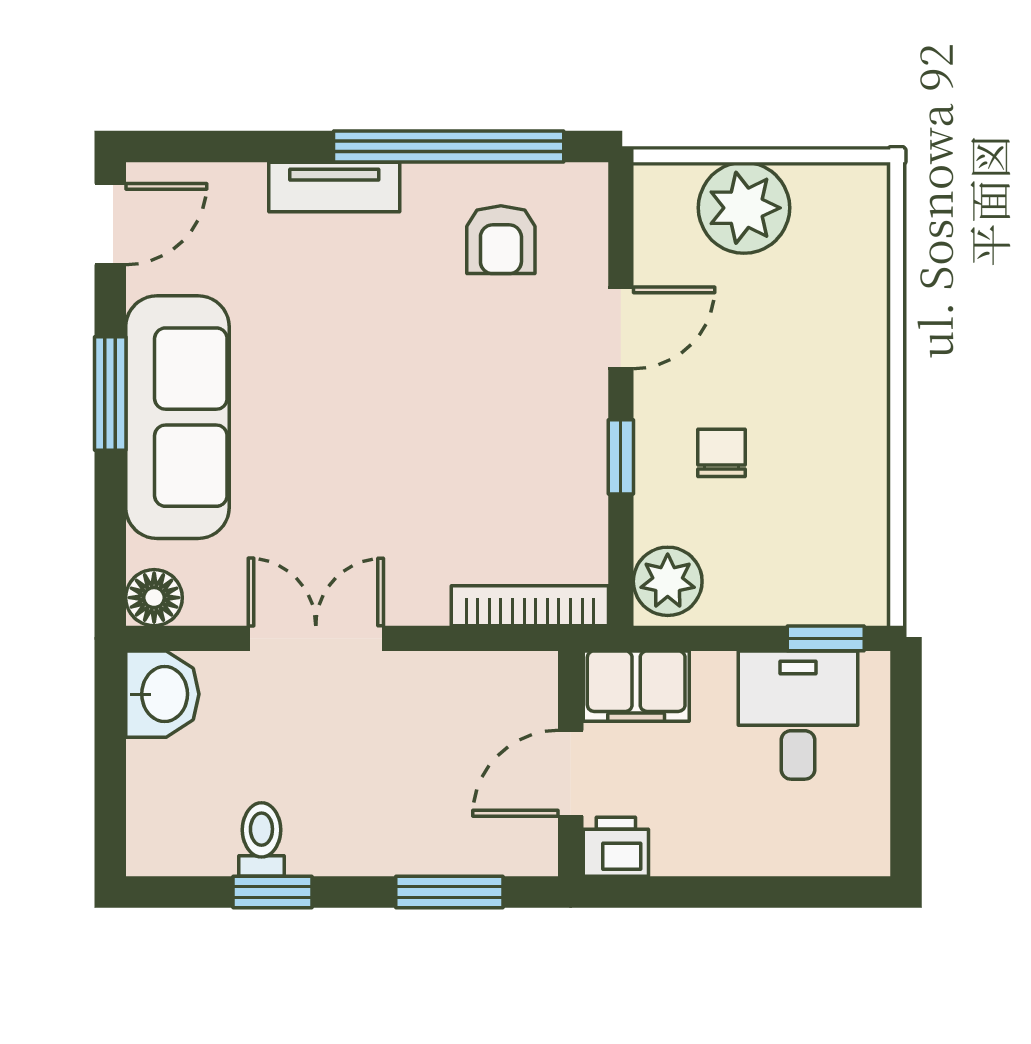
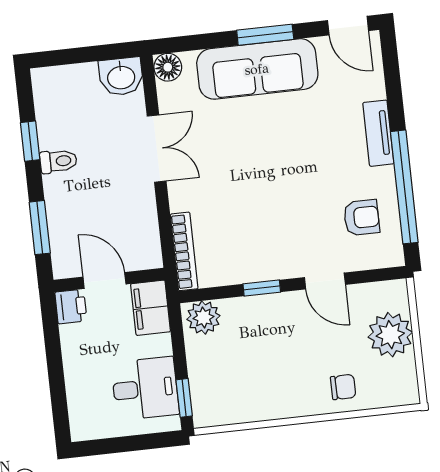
armchair: (501, 240) -> (362, 218), turned 180
chair: (721, 453) -> (343, 387), moved
toilet: (261, 839) -> (58, 161), moved

